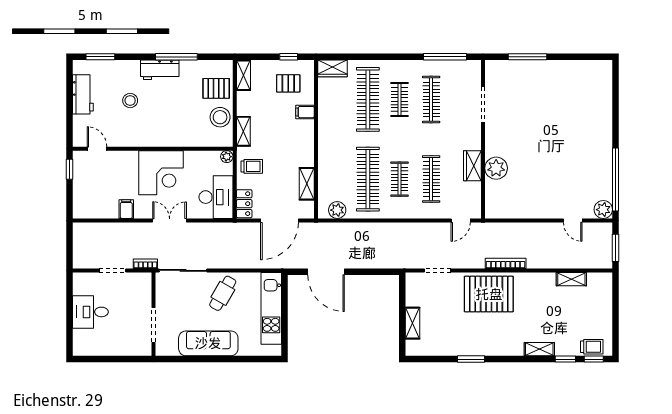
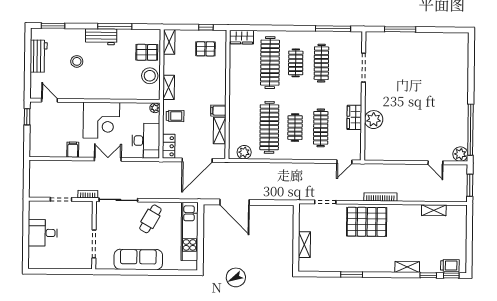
filing cabinet: (305, 112) -> (218, 111), moved

